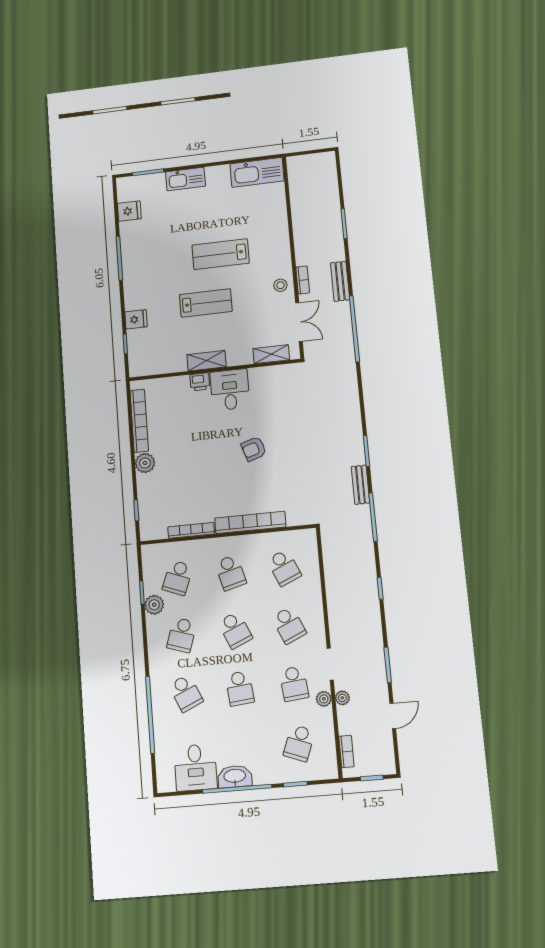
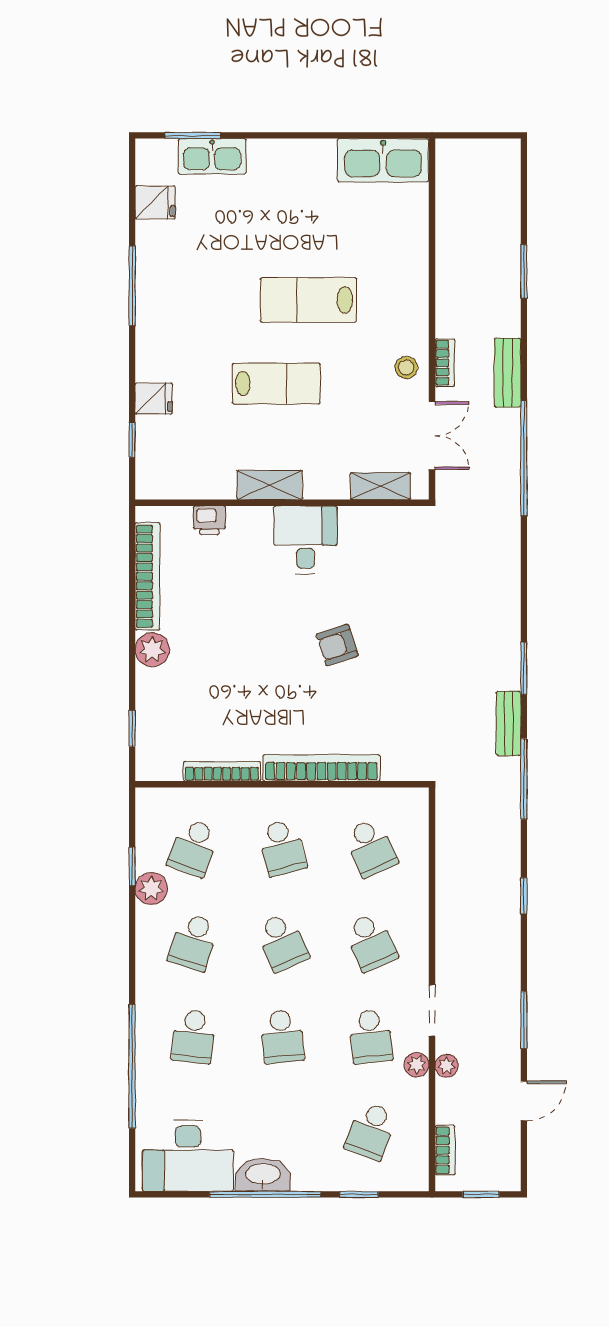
kitchen sink: (185, 179) -> (212, 156), moved
printer: (200, 382) -> (209, 520), moved
school desk: (186, 693) -> (193, 1037), turned 30
desk: (195, 767) -> (188, 1156), width x1.37

